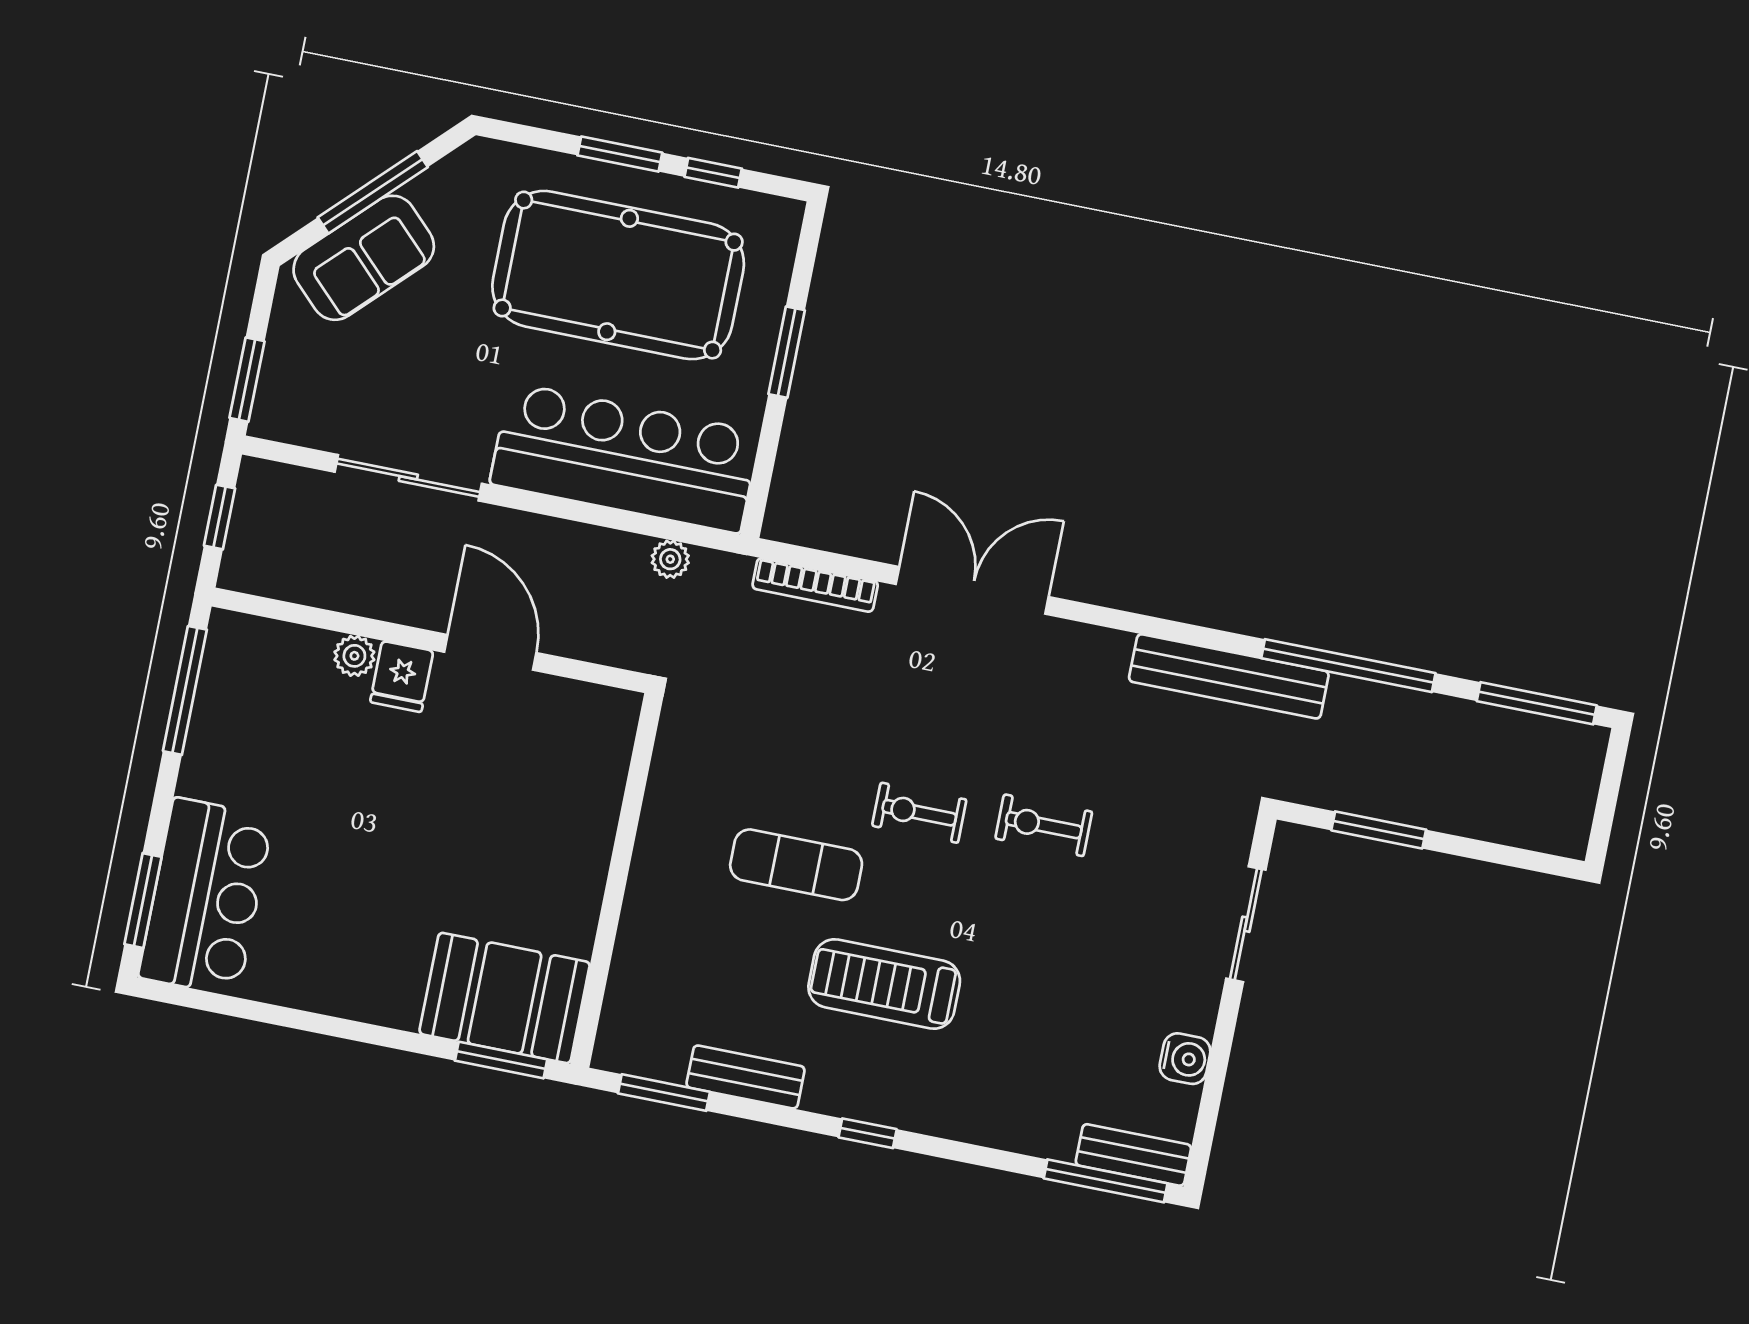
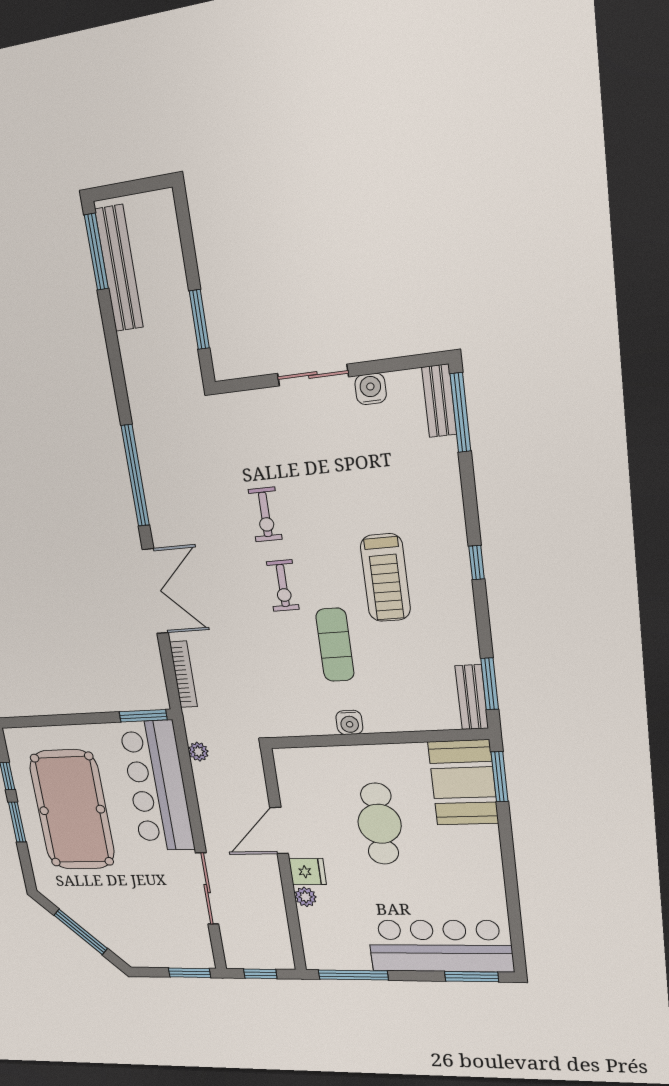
sofa: (364, 258) -> (112, 930), removed
window: (787, 352) -> (143, 716), moved
double door: (972, 590) -> (155, 591), swing flipped
window: (1348, 666) -> (135, 476), moved
bench: (1229, 676) -> (119, 269), moved
cafe table: (463, 834) -> (380, 824), added
water cooler: (656, 843) -> (349, 722), added
bar counter: (206, 897) -> (440, 946), width x1.36
sliding door: (1246, 924) -> (313, 375), moved
bench: (746, 1077) -> (472, 697), moved

